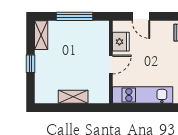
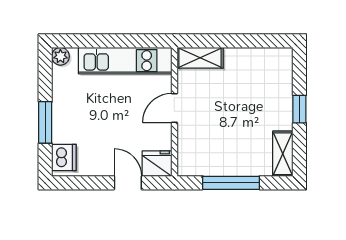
fridge: (121, 42) -> (157, 164), moved, turned 90
shelving: (73, 97) -> (200, 58), moved

